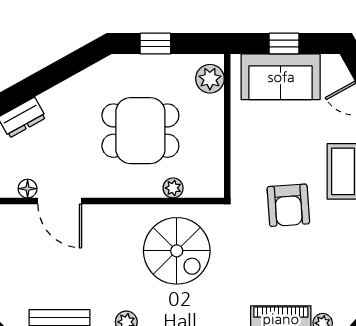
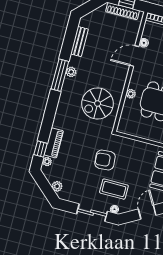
plant: (173, 188) -> (131, 94), moved

